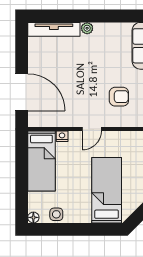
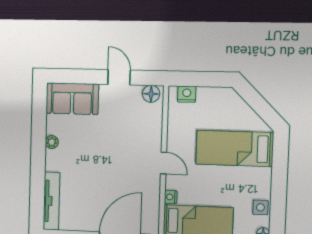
plant: (87, 28) -> (52, 142), moved
armchair: (119, 97) -> (128, 131), removed

